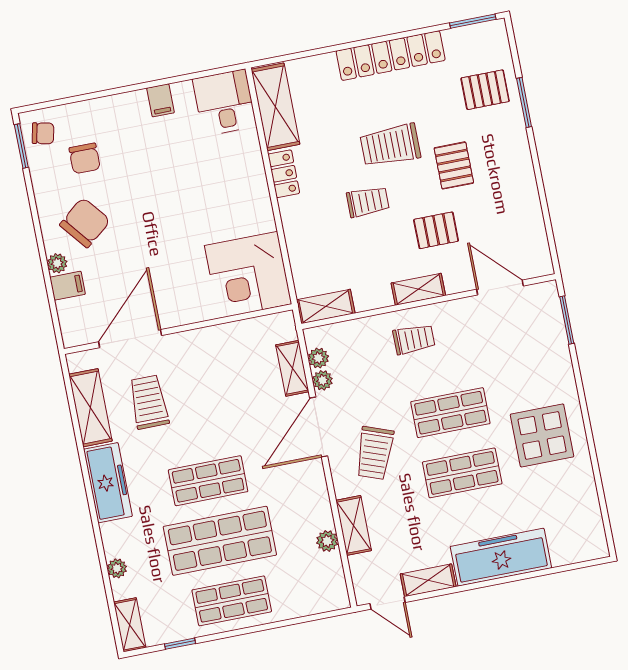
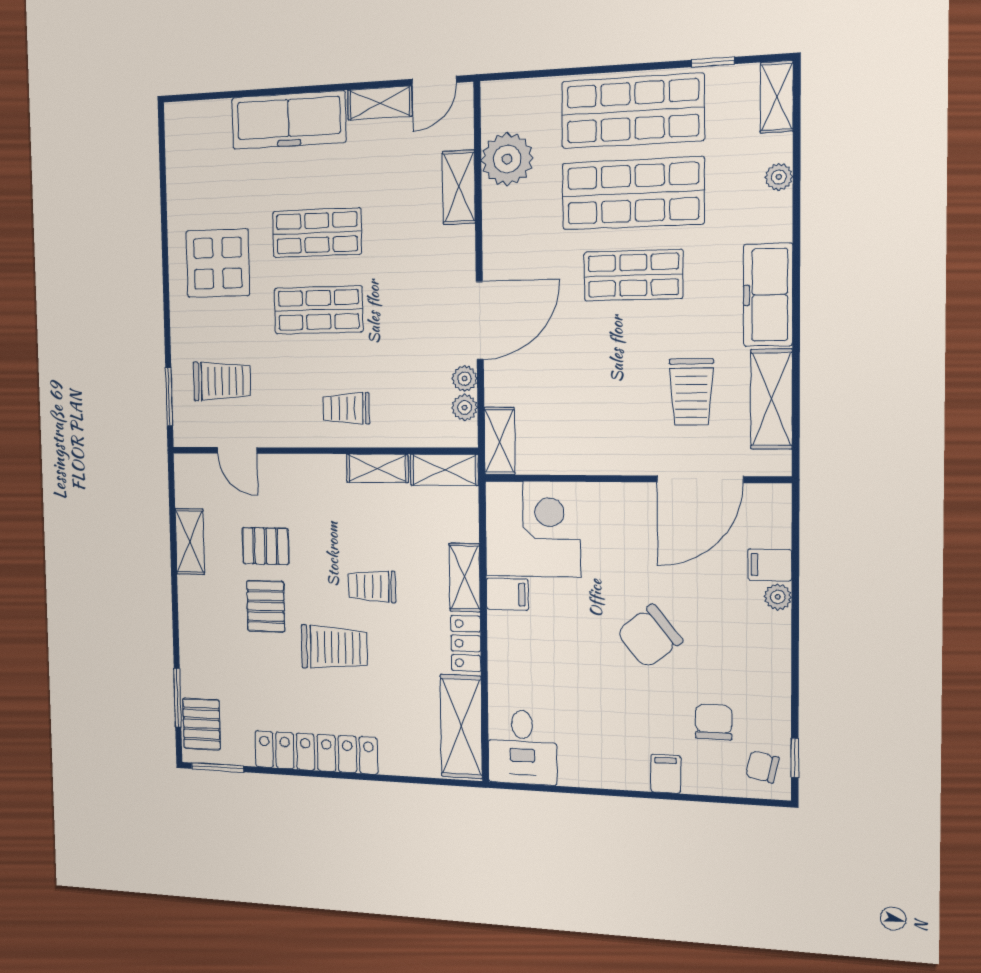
pallet: (485, 90) -> (202, 724), moved, turned 90
filing cabinet: (161, 100) -> (666, 774), moved
window: (524, 103) -> (178, 698), moved
window: (21, 146) -> (795, 758), width x0.67
shelving: (529, 204) -> (190, 542), added
filing cabinet: (258, 220) -> (507, 594), added
chair: (85, 223) -> (650, 636), moved
shelving: (294, 226) -> (465, 577), added
pallet: (436, 230) -> (265, 546), moved
door: (500, 288) -> (237, 450), width x0.73
shelving: (418, 289) -> (377, 468), moved
shelving: (292, 368) -> (499, 441), moved
trolley: (375, 453) -> (222, 381), moved, turned 70
plant: (327, 541) -> (507, 159), width x1.88, depth x1.88
shop shelf: (232, 601) -> (632, 111), width x1.43, depth x1.36
door: (388, 603) -> (434, 81), swing flipped

